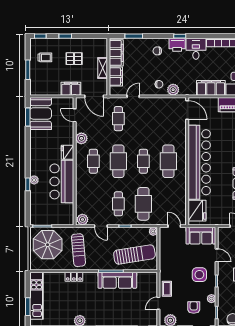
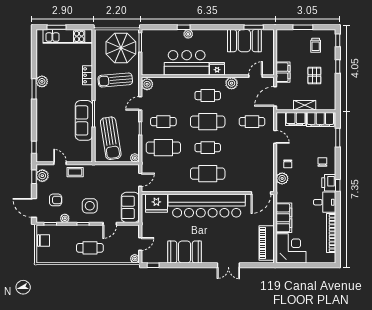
booth: (41, 113) -> (244, 41), moved

